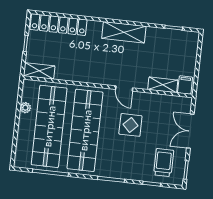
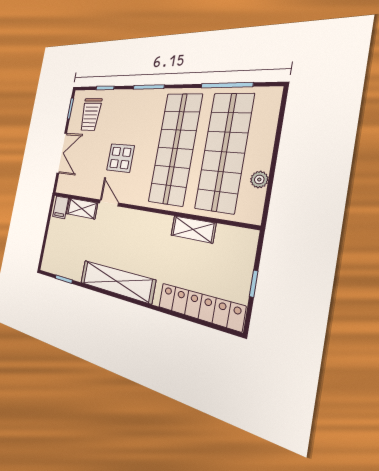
shelving: (124, 32) -> (117, 281), width x1.47
shelving: (39, 71) -> (193, 229), moved
door: (124, 89) -> (109, 203), moved

